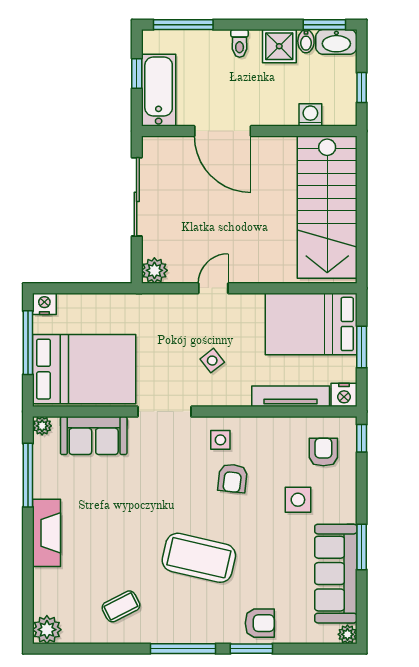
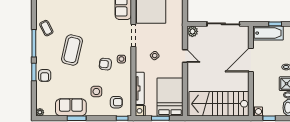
washing machine: (310, 115) -> (258, 111), moved
sofa: (336, 574) -> (71, 107), width x0.73
coffee table: (121, 606) -> (46, 28), moved

